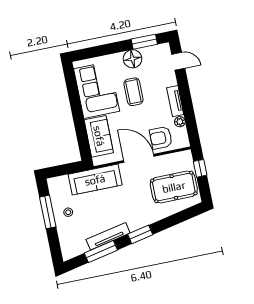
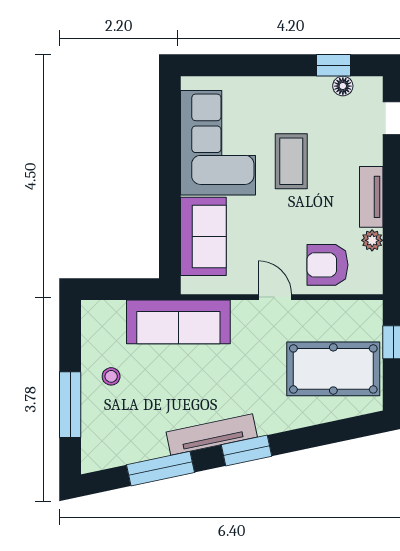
window: (144, 42) -> (333, 65), width x0.67
floor lamp: (133, 59) -> (343, 86), moved, width x0.53, depth x0.53
door: (139, 158) -> (275, 297), width x0.53
window: (48, 212) -> (70, 405), moved
tv unit: (108, 236) -> (212, 435), moved

